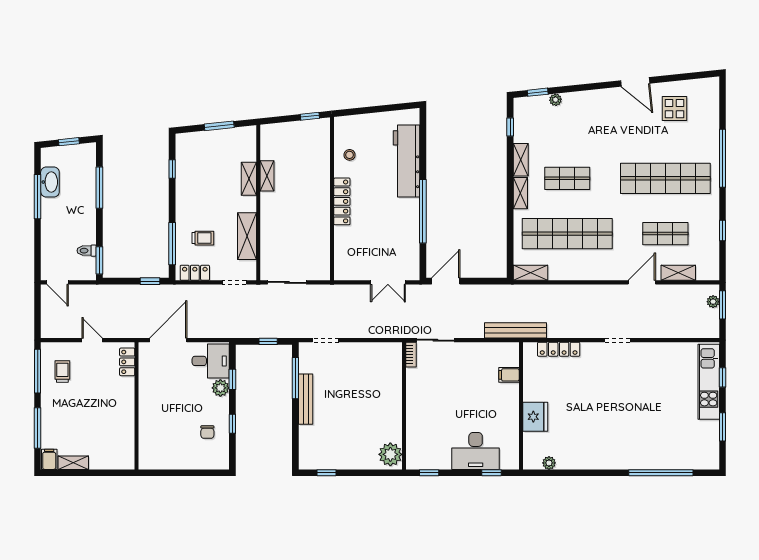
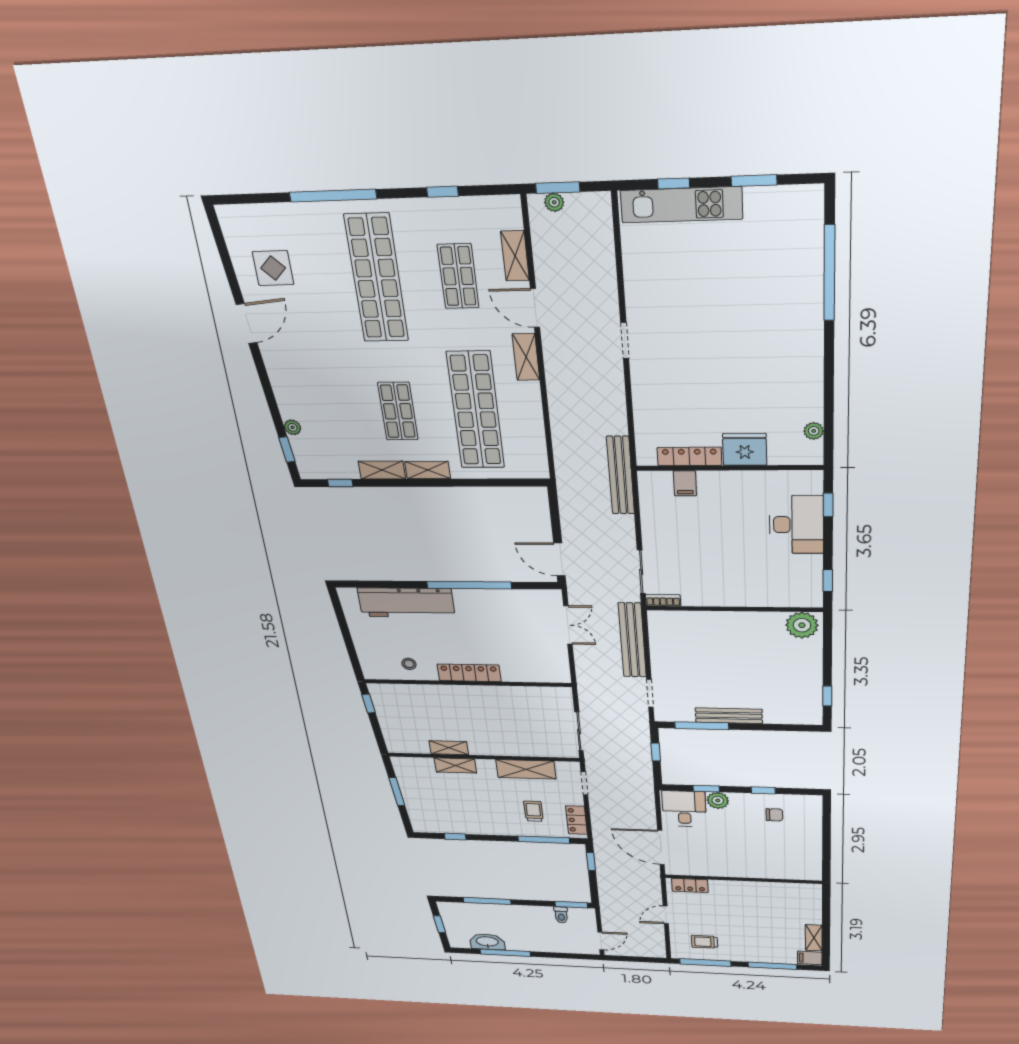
shelving: (530, 273) -> (526, 357), moved
bench: (375, 330) -> (632, 640), added
locker: (559, 349) -> (689, 456), moved, turned -90

